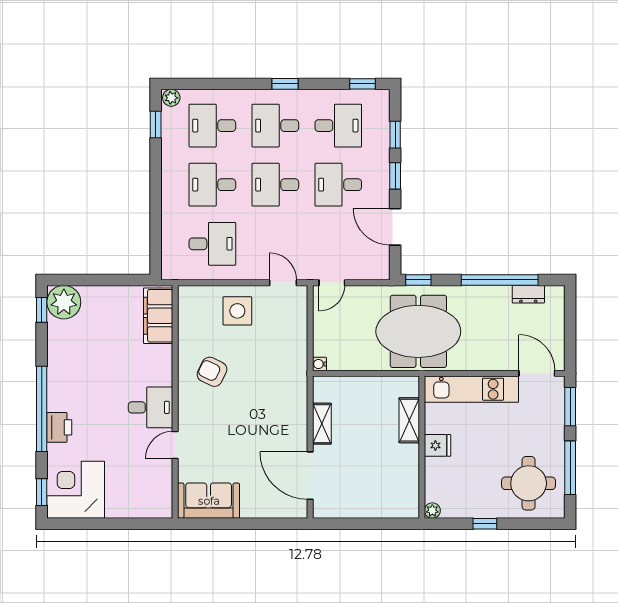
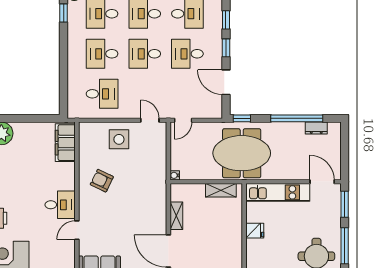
shelving: (409, 420) -> (221, 190), moved, turned 90

